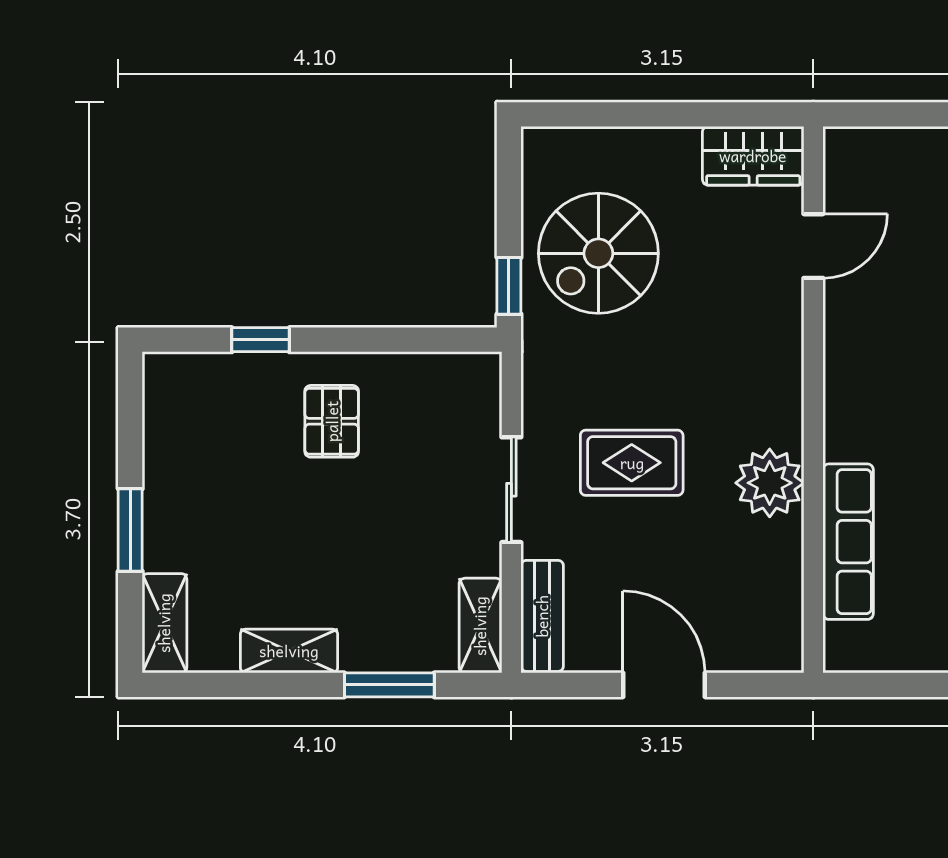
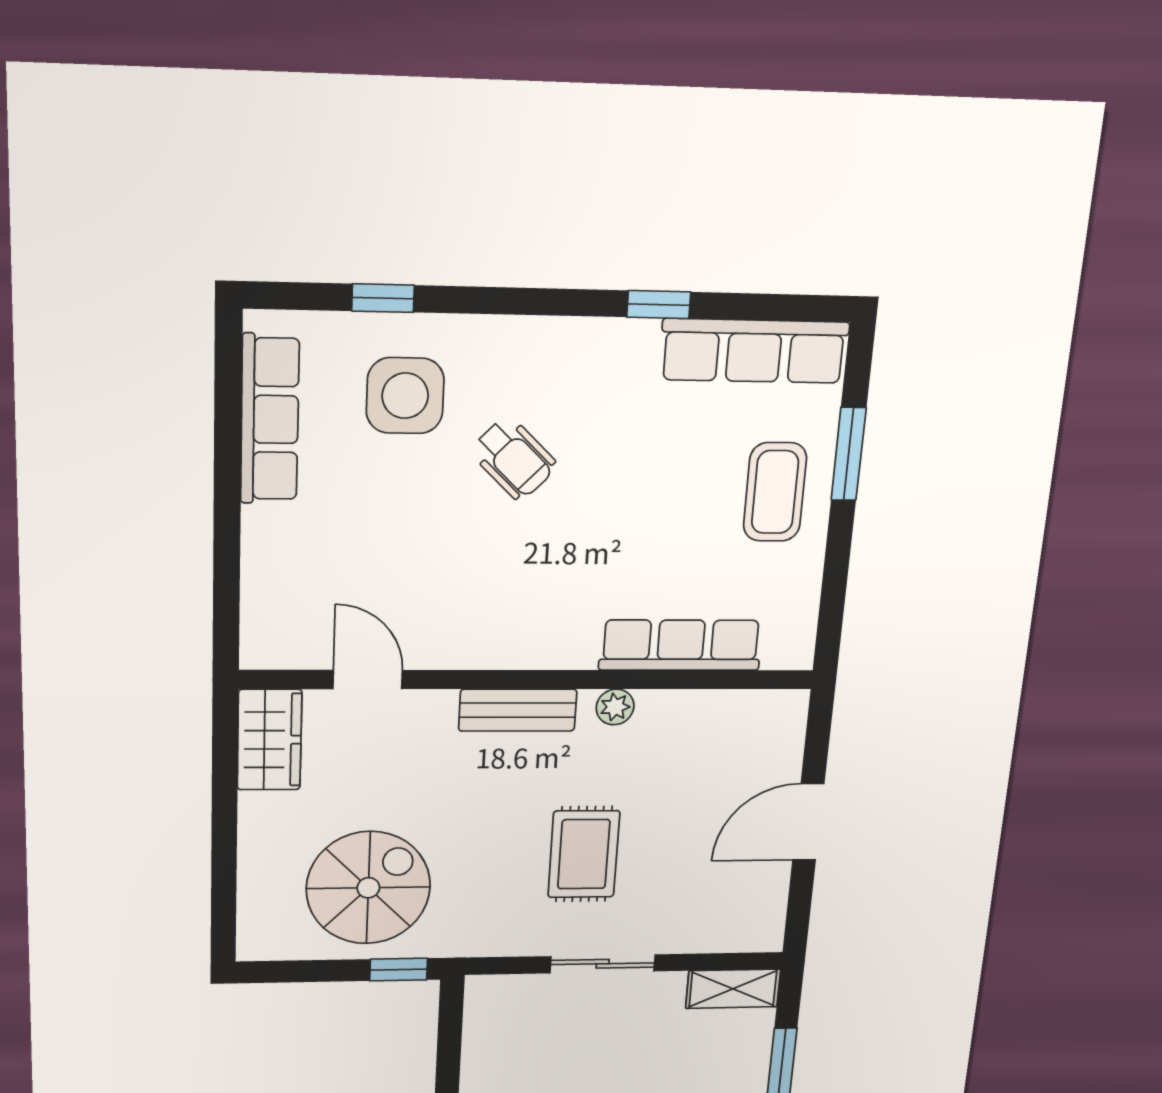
spiral stairs: (598, 253) -> (368, 888), turned -90
plant: (770, 483) -> (615, 707), width x0.53, depth x0.53
bench: (542, 616) -> (518, 710), moved

